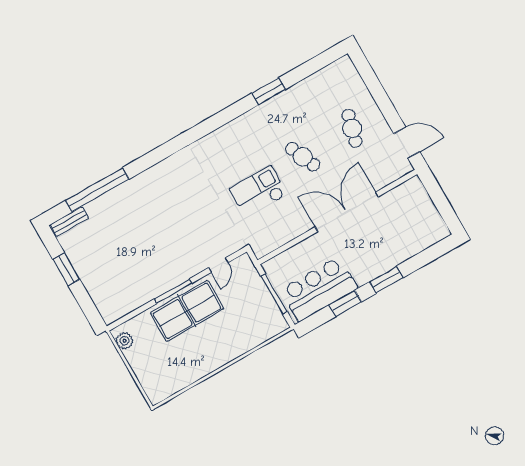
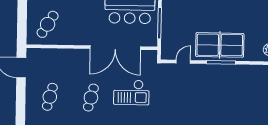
cafe table: (303, 157) -> (91, 98), turned 39
double door: (347, 212) -> (115, 48), moved
cafe table: (406, 213) -> (48, 24), added

